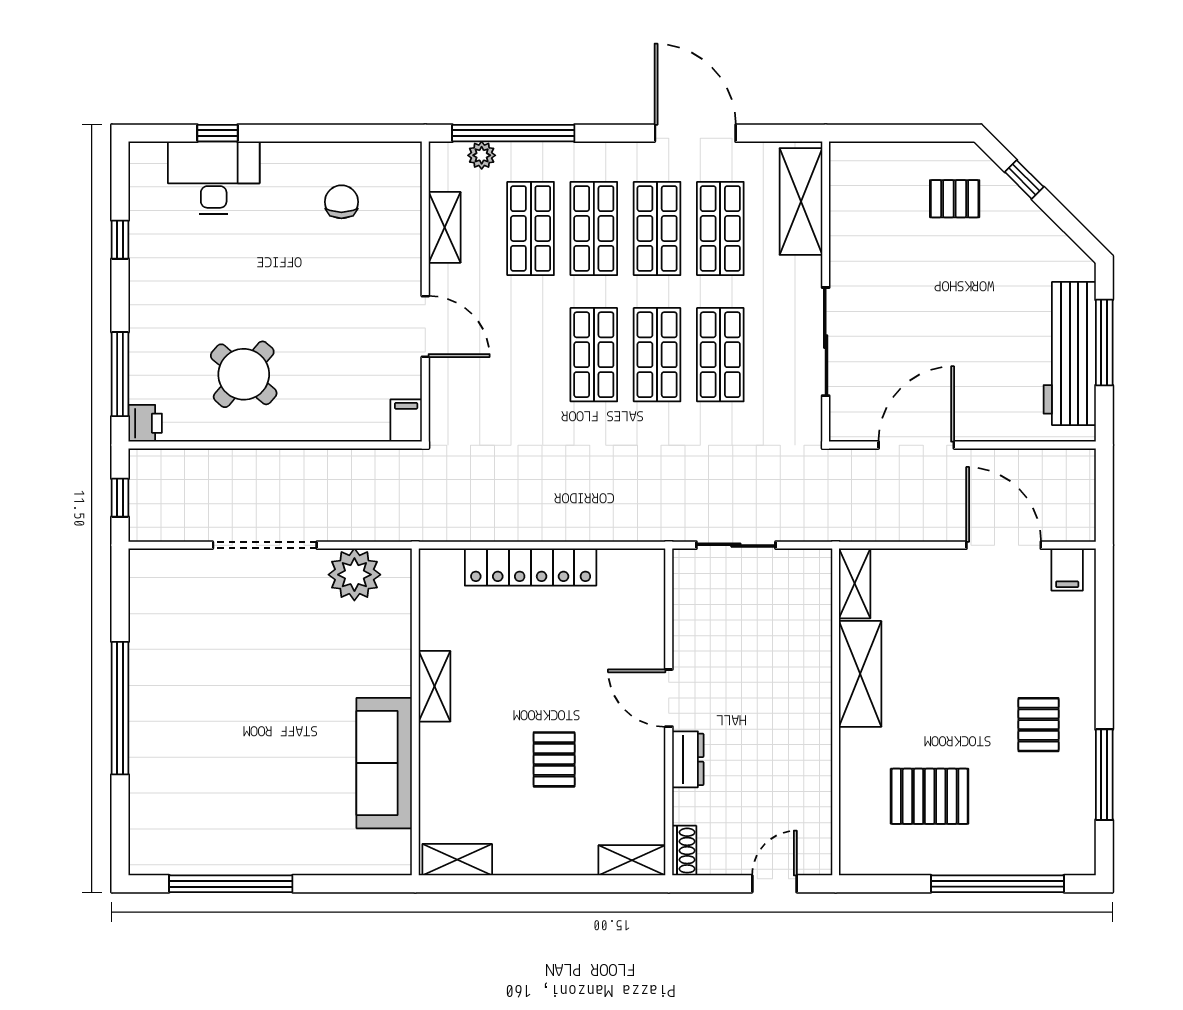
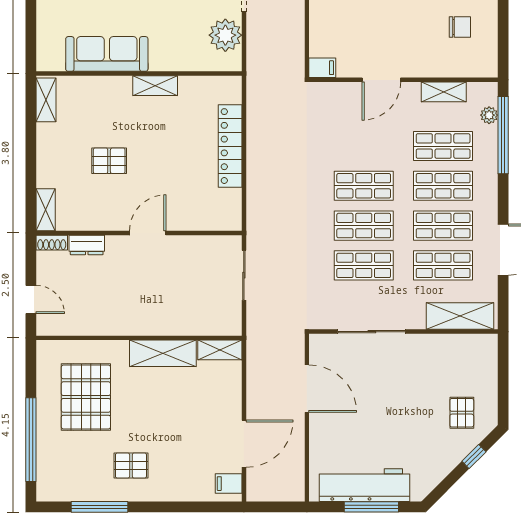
dresser: (688, 759) -> (87, 245), moved
pallet: (930, 796) -> (86, 397), width x1.37, depth x1.41

